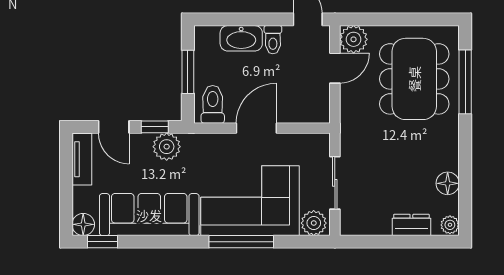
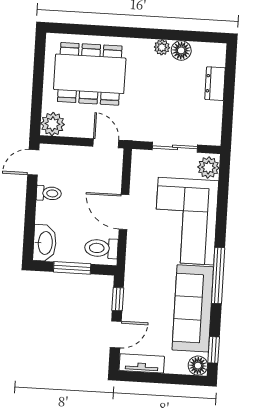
washbasin: (241, 38) -> (45, 243), moved
door: (335, 68) -> (106, 143), moved
window: (465, 82) -> (95, 30), removed
plant: (167, 147) -> (135, 290), removed
plant: (450, 225) -> (162, 47), moved
window: (241, 242) -> (218, 276), moved

